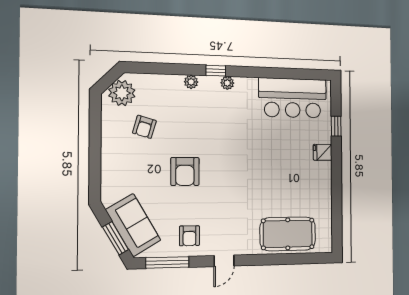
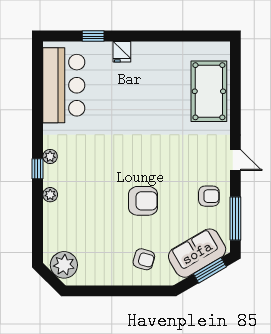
armchair: (144, 127) -> (144, 259), moved

